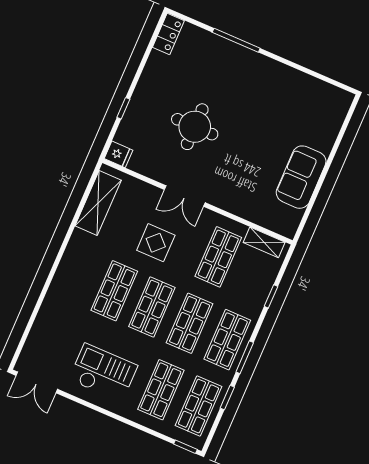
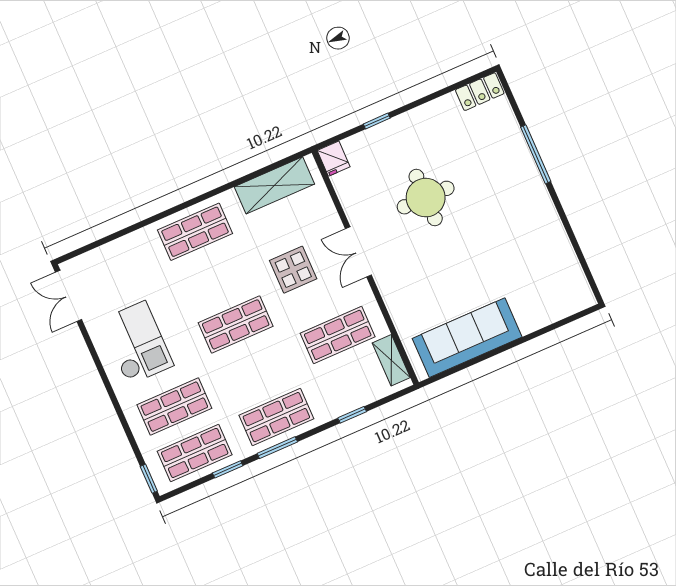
sofa: (301, 177) -> (467, 338), width x1.36
shop shelf: (114, 291) -> (195, 232), moved
shop shelf: (190, 323) -> (256, 371), removed

